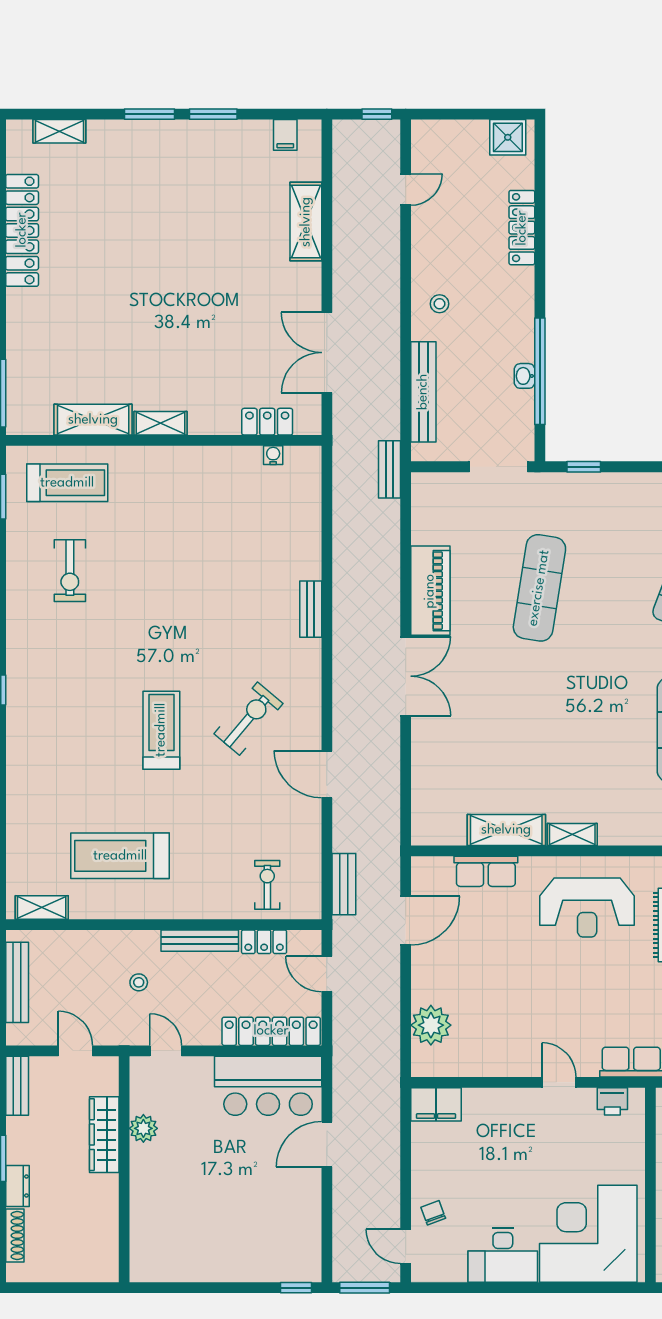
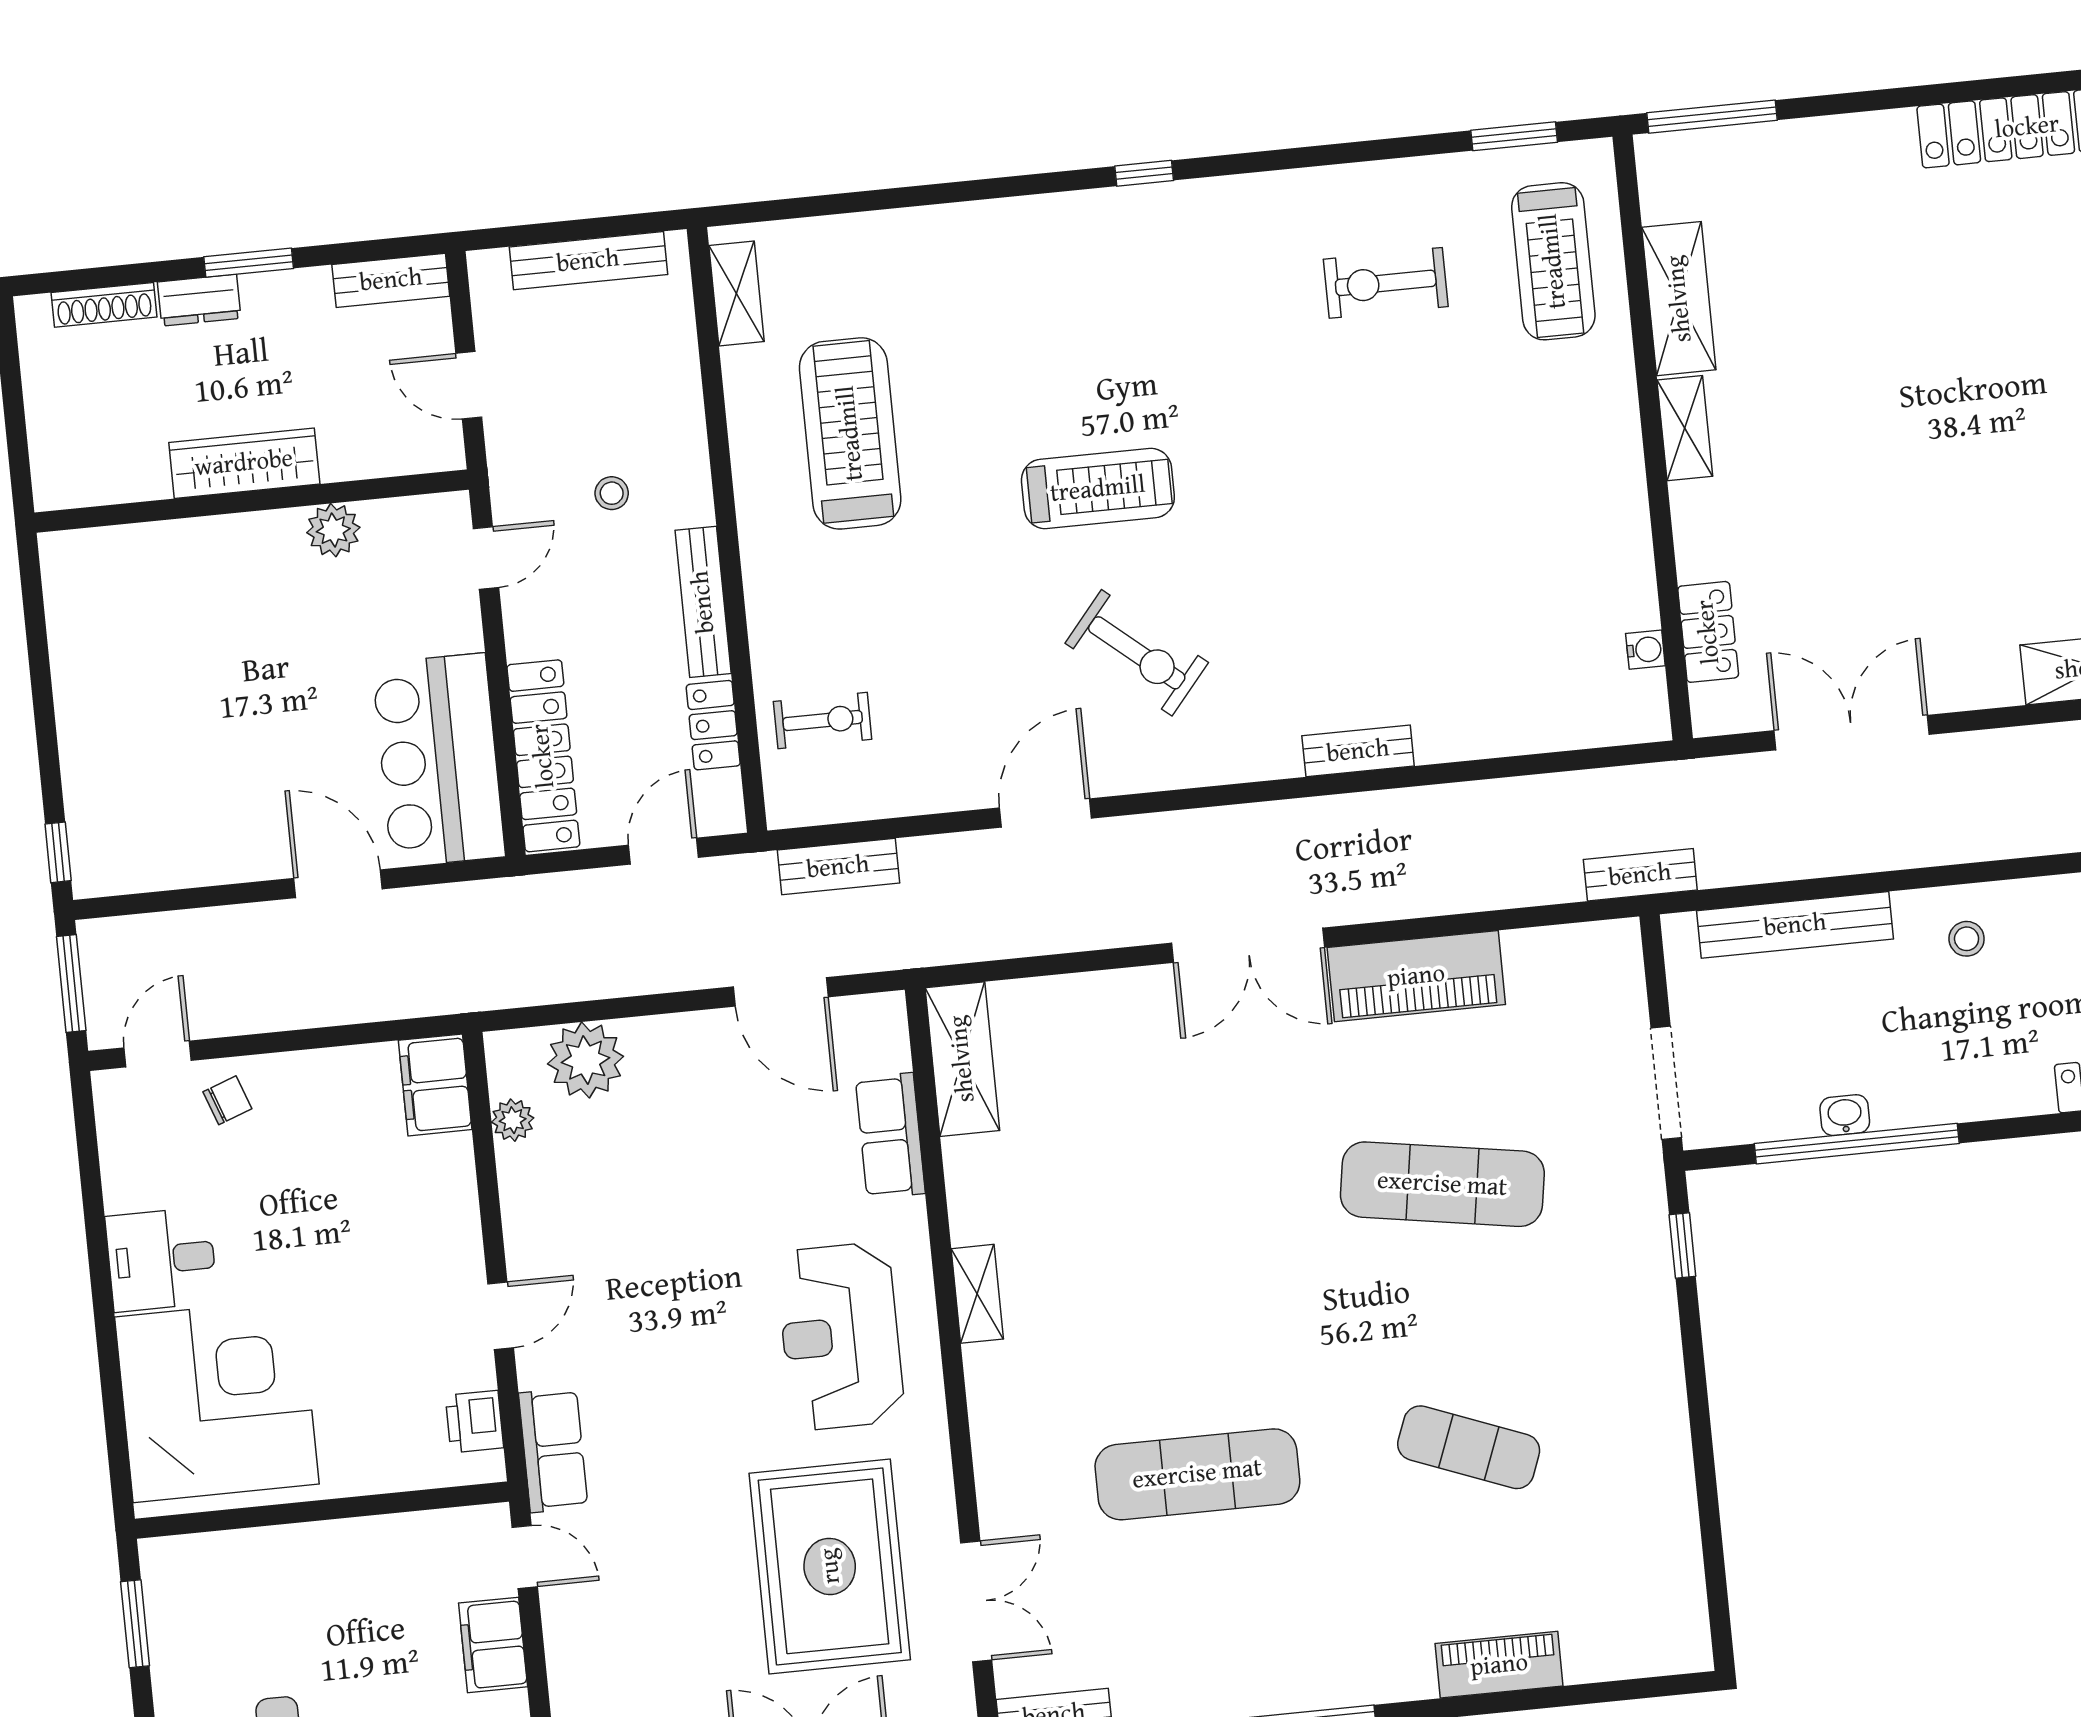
shelving: (506, 830) -> (962, 1059), moved
door: (75, 1051) -> (469, 385), swing flipped
plant: (458, 1066) -> (513, 1120), added
wardrobe: (104, 1135) -> (244, 463), moved
desk: (503, 1255) -> (161, 1259), width x0.73

